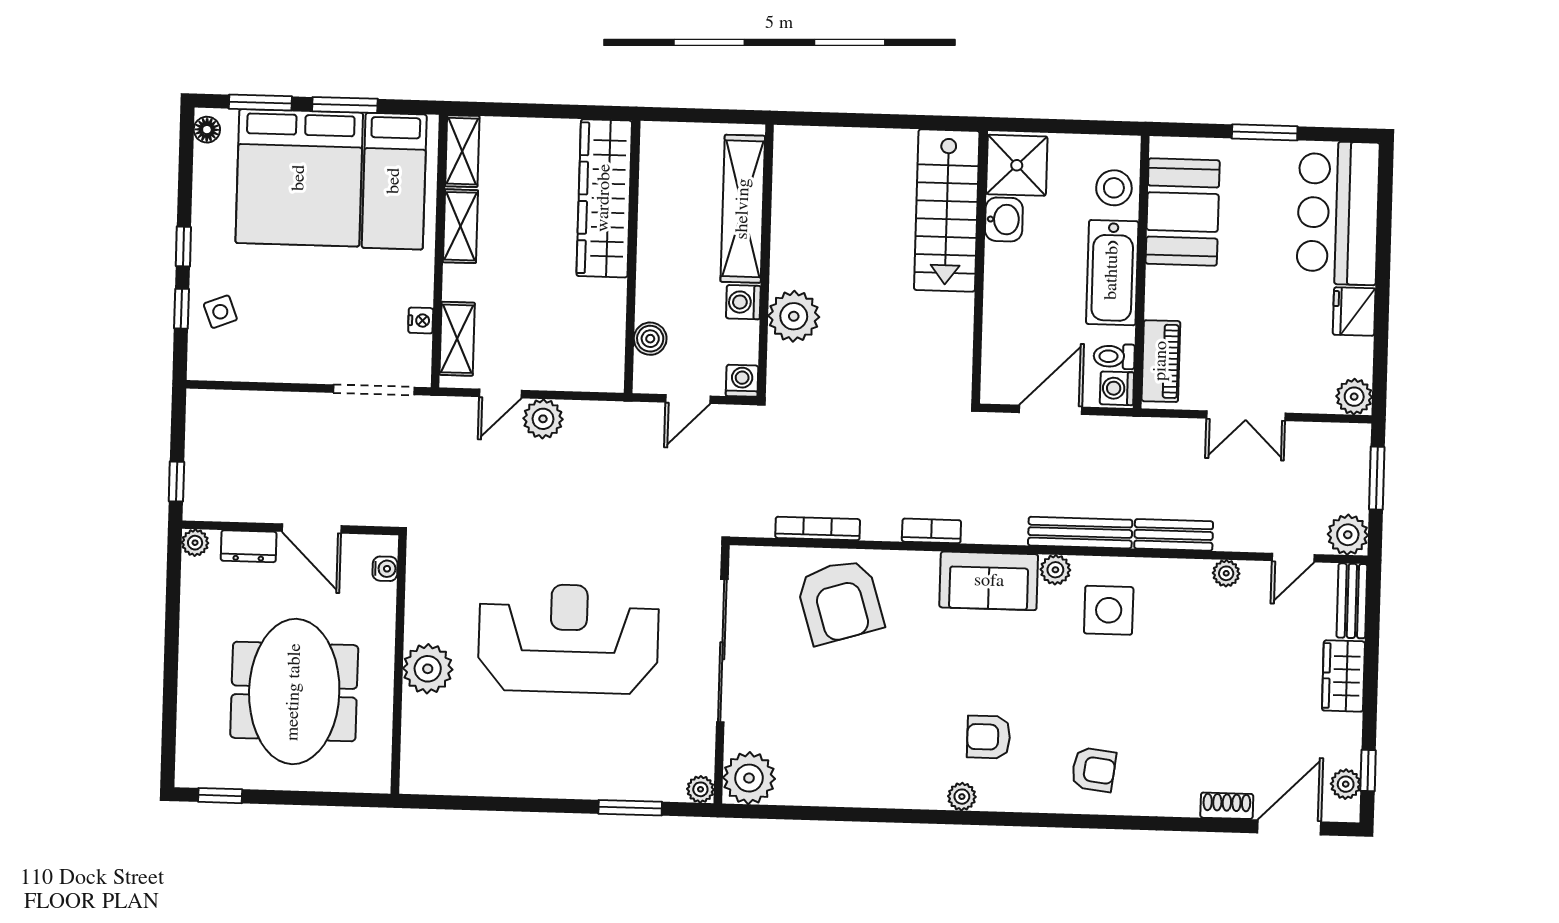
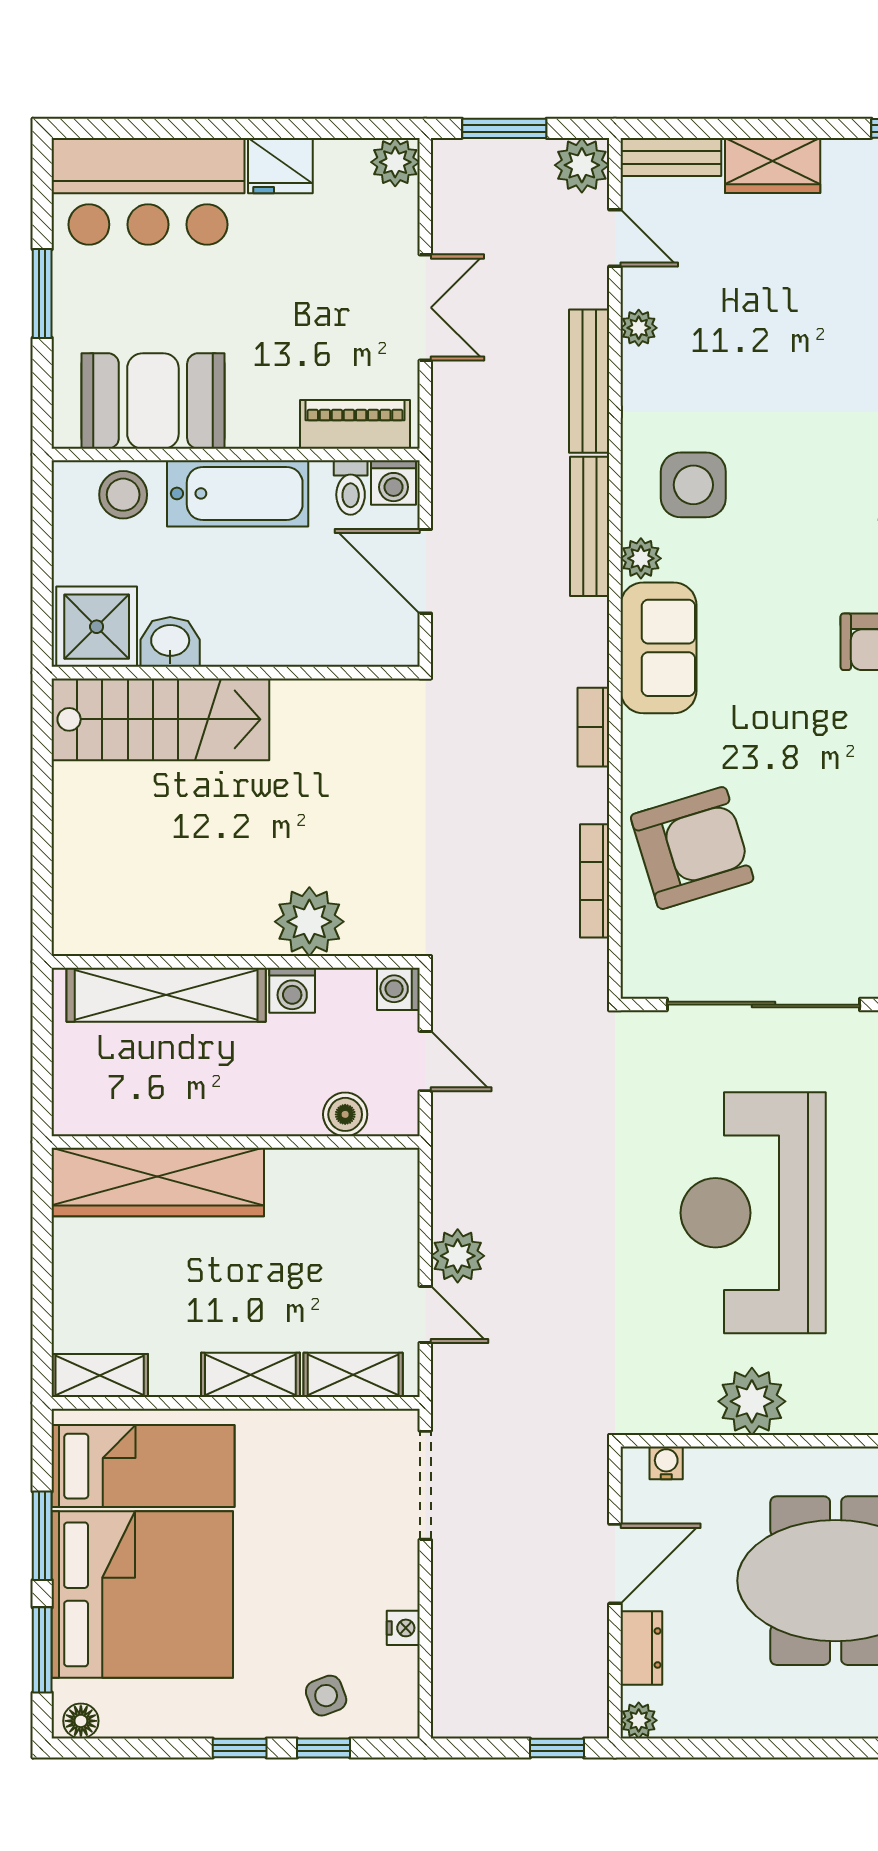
shelving: (460, 226) -> (250, 1375), moved
nightstand: (421, 320) -> (403, 1628), moved, turned 90
bench: (1174, 535) -> (589, 381), width x1.36
plant: (428, 669) -> (752, 1401), moved

